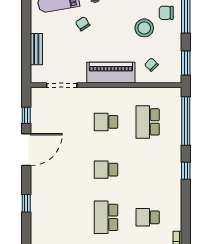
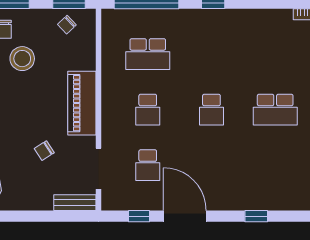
chair: (83, 24) -> (44, 151), moved
bench: (36, 49) -> (75, 203), moved
chair: (151, 65) -> (67, 25), moved
school desk: (148, 217) -> (148, 165), moved

